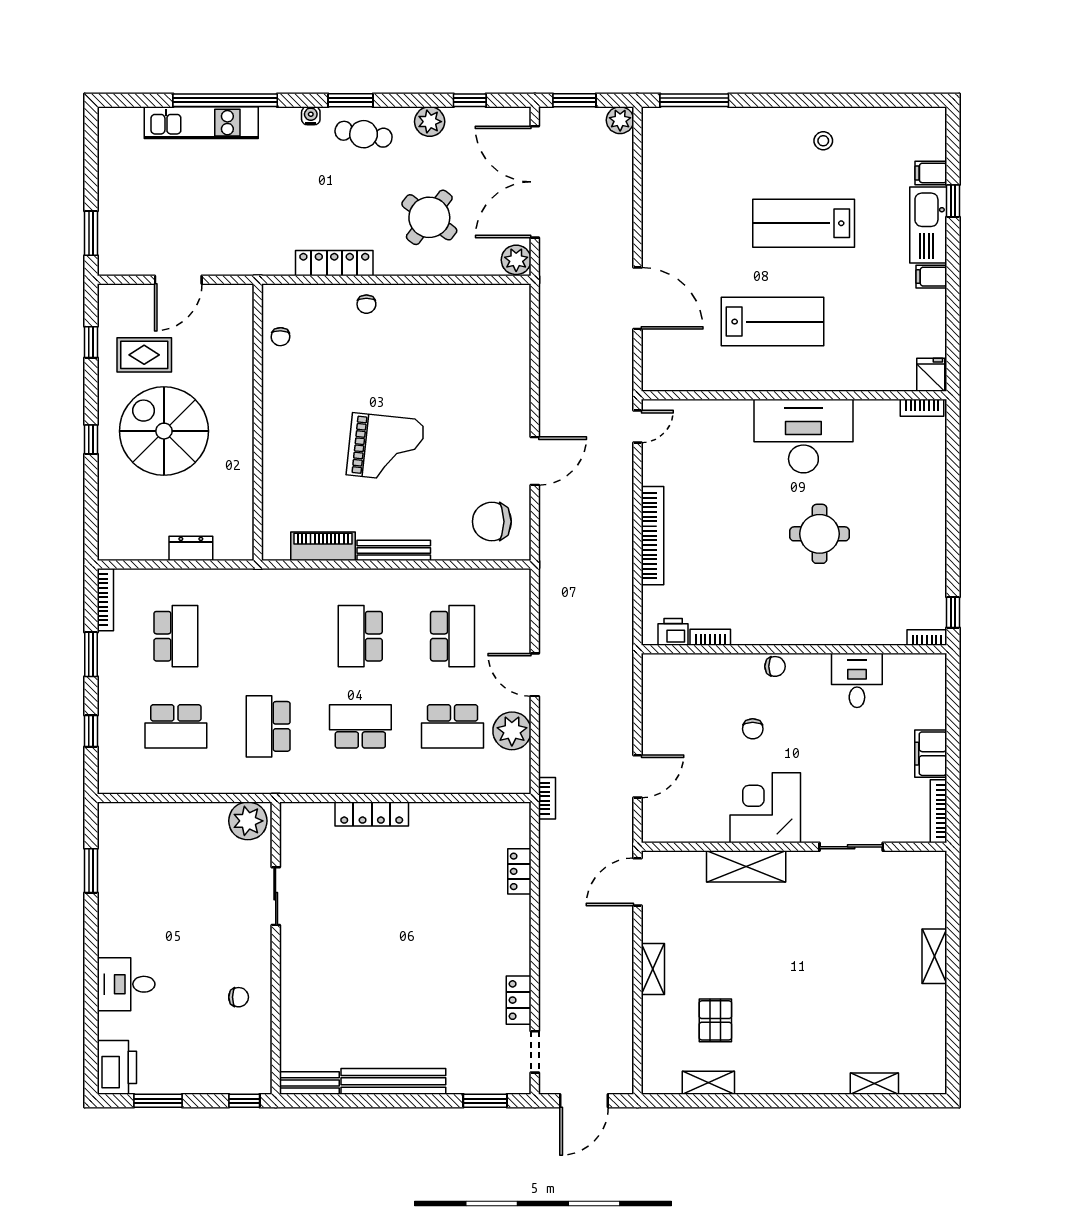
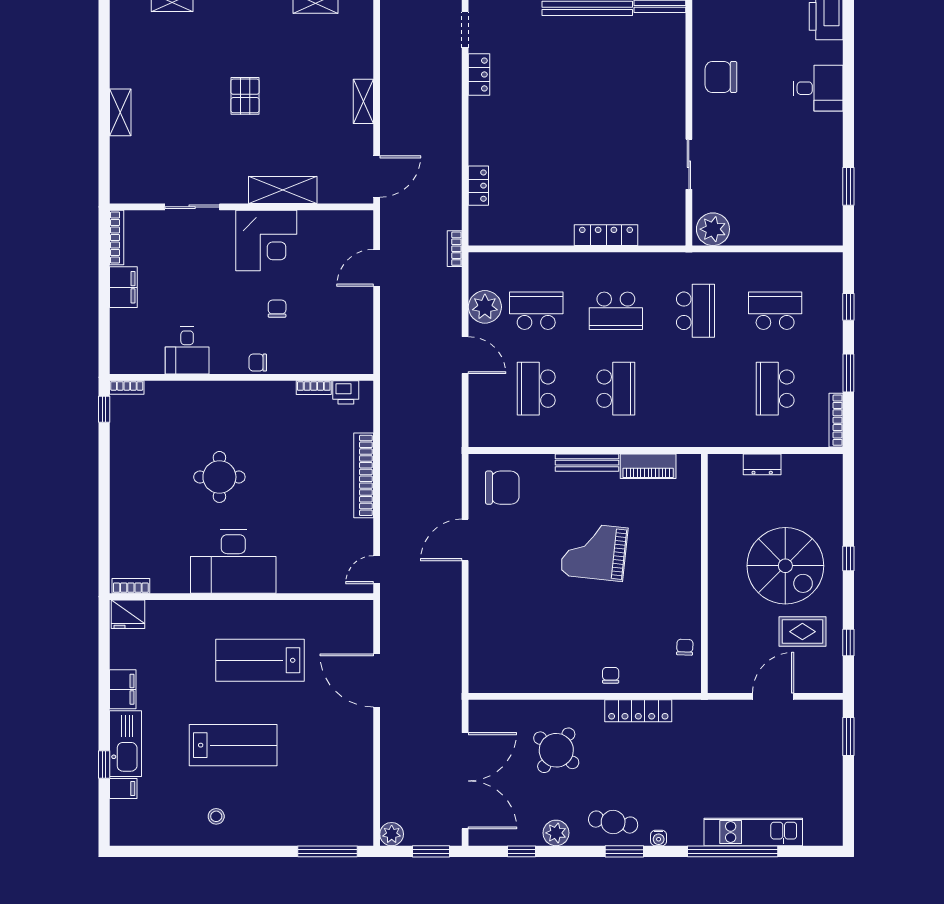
plant: (516, 260) -> (481, 714), removed
filing cabinet: (931, 277) -> (123, 689), width x2.00
fridge: (931, 375) -> (128, 614), width x1.38
chair: (239, 997) -> (721, 77), width x1.87, depth x1.87
pallet: (715, 1020) -> (245, 96), moved

